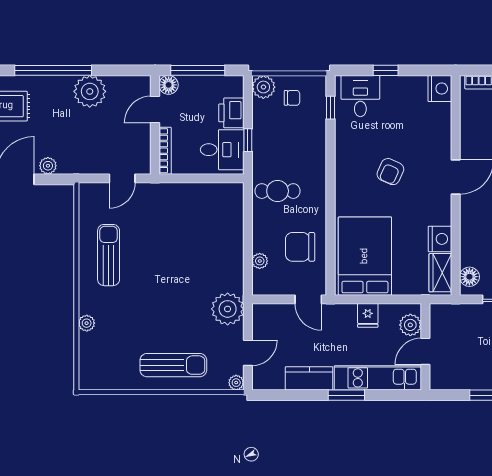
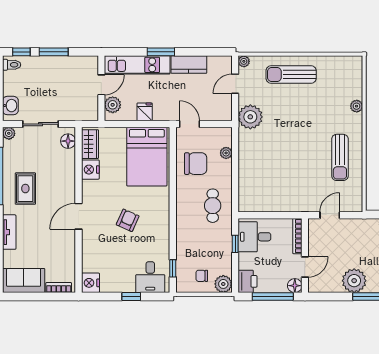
printer: (231, 113) -> (247, 281), moved
cafe table: (278, 191) -> (213, 206), turned 90

